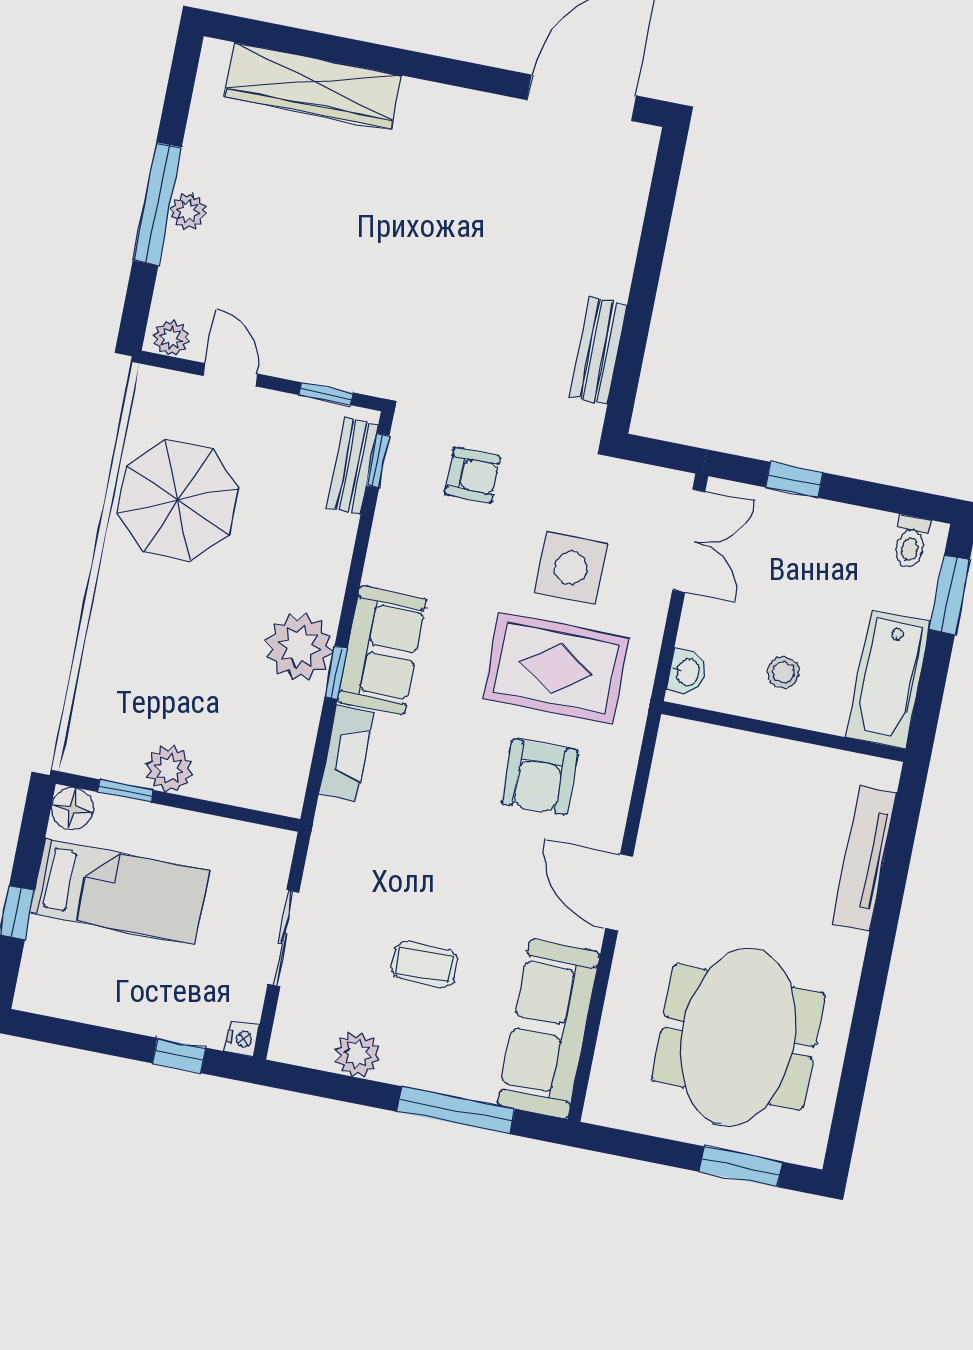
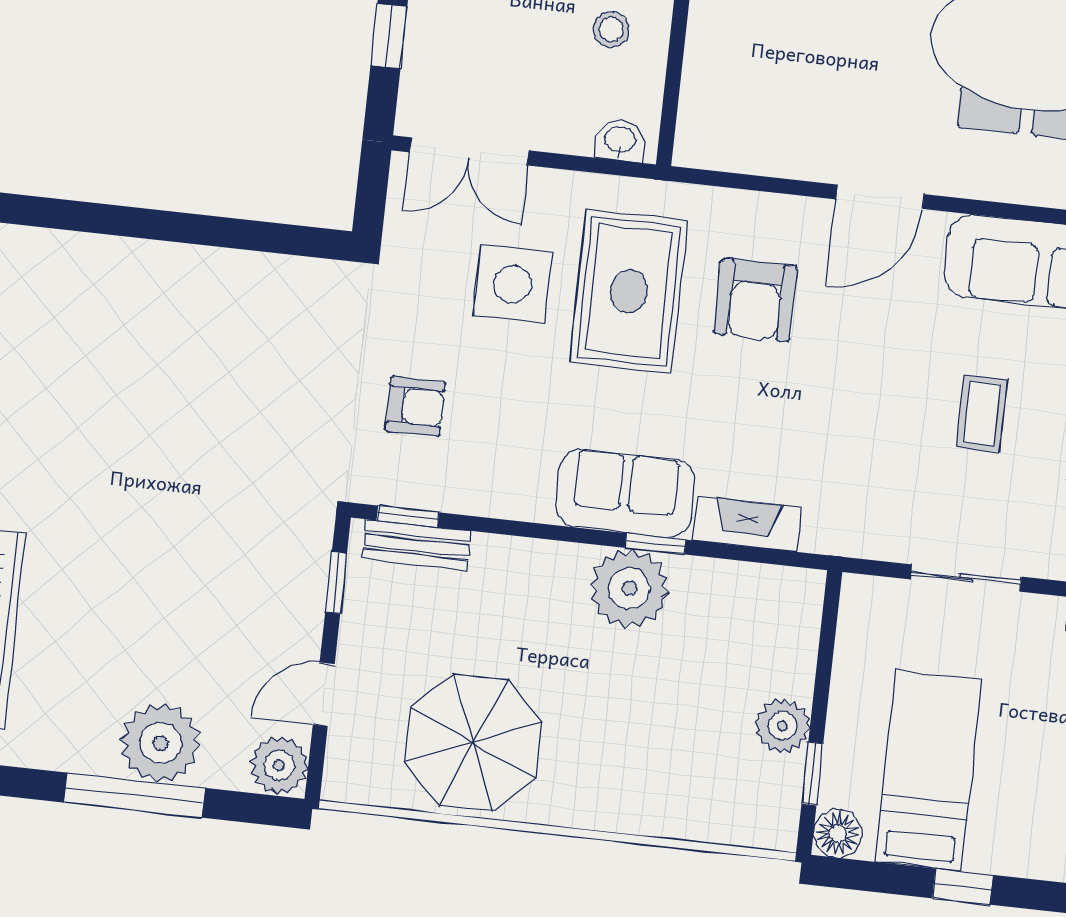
plant: (188, 211) -> (160, 743), width x1.88, depth x1.88
plant: (171, 338) -> (279, 765), width x1.38, depth x1.38
bench: (598, 351) -> (260, 274), removed
armchair: (472, 475) -> (415, 406), turned 90
double door: (689, 541) -> (469, 151), swing flipped
armchair: (539, 777) -> (755, 300), turned 91

